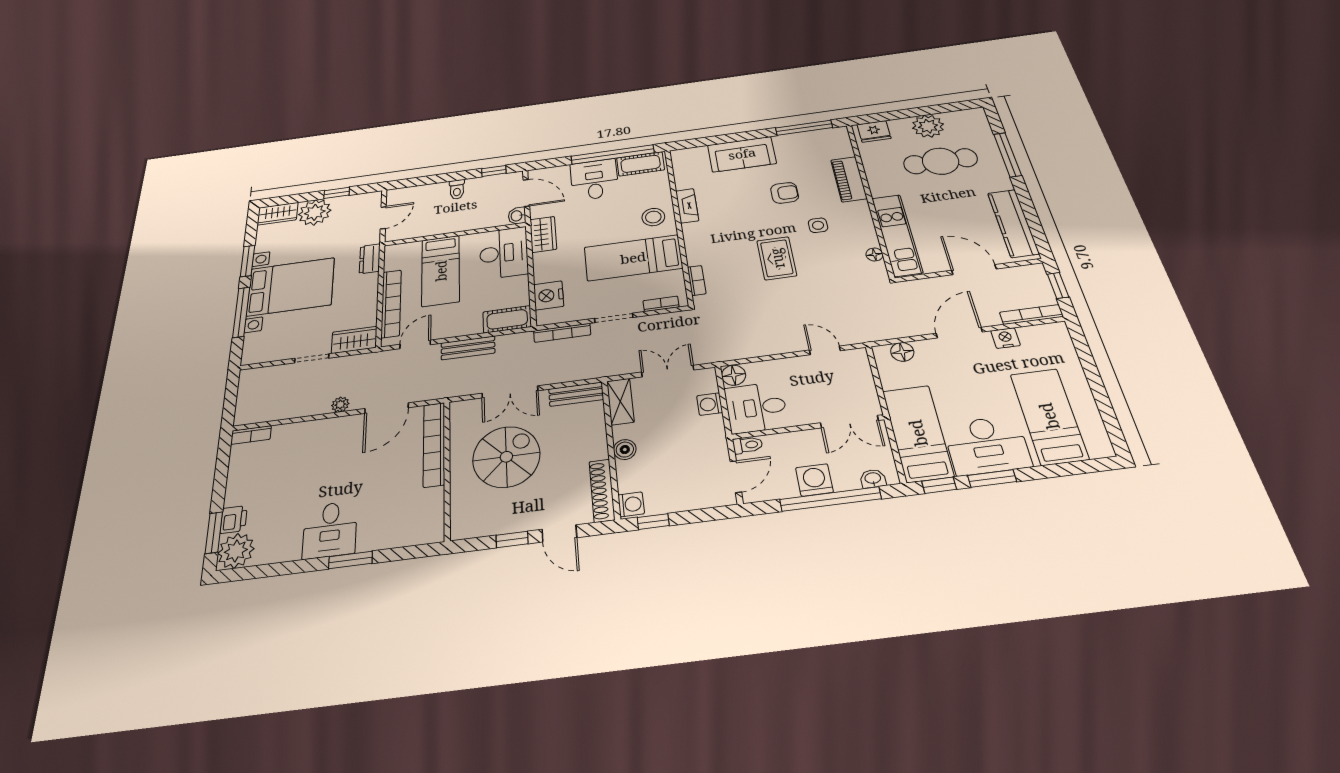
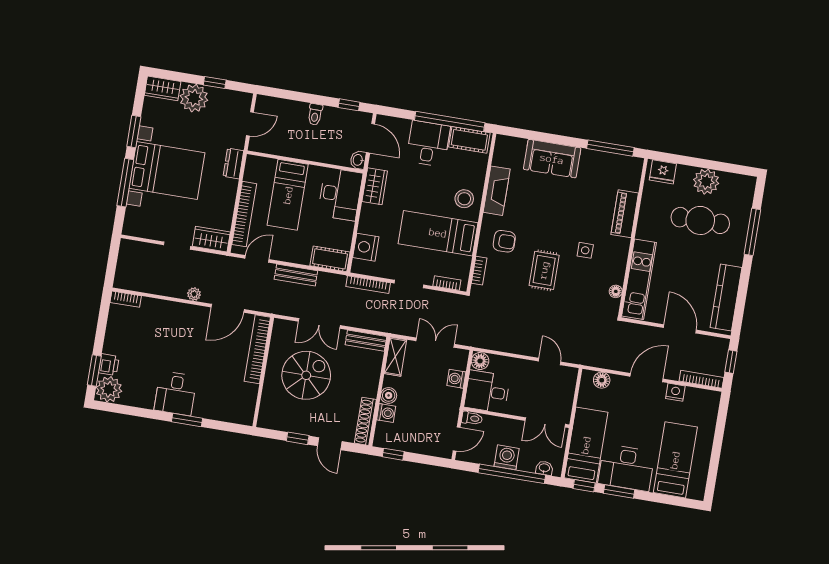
armchair: (785, 193) -> (504, 241), moved
fireplace: (687, 206) -> (497, 191), width x1.37, depth x1.32
washing machine: (631, 504) -> (386, 413), moved

